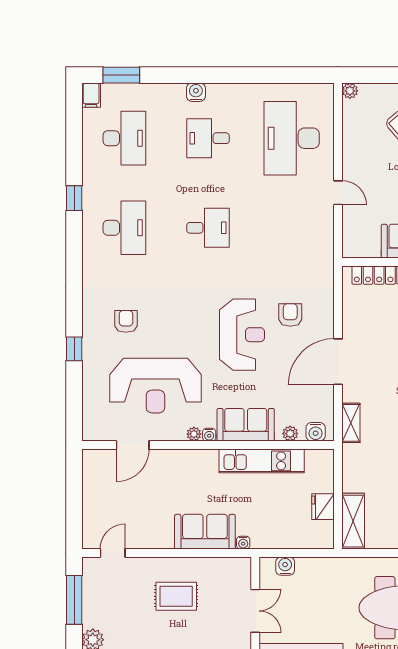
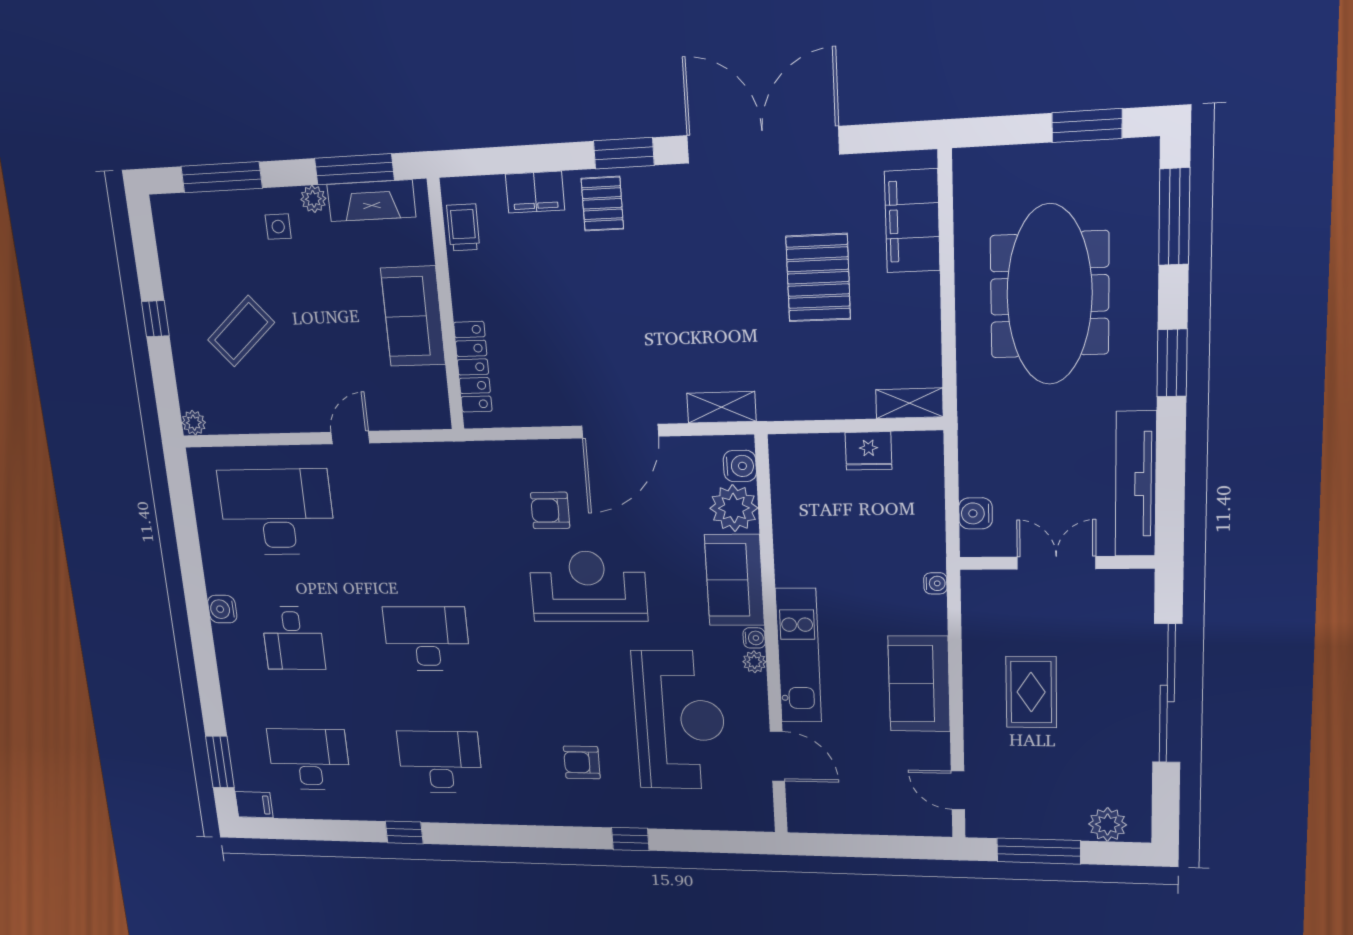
water cooler: (196, 92) -> (222, 609), moved
desk: (292, 138) -> (277, 512), turned 180
desk: (208, 228) -> (427, 639), width x1.37
door: (338, 362) -> (620, 431), hinge flipped
plant: (290, 434) -> (734, 508), width x1.88, depth x1.88
kitchen unit: (262, 461) -> (799, 656), moved
shelving: (353, 521) -> (909, 403), width x0.67, depth x0.75
sofa: (205, 532) -> (919, 684), moved

